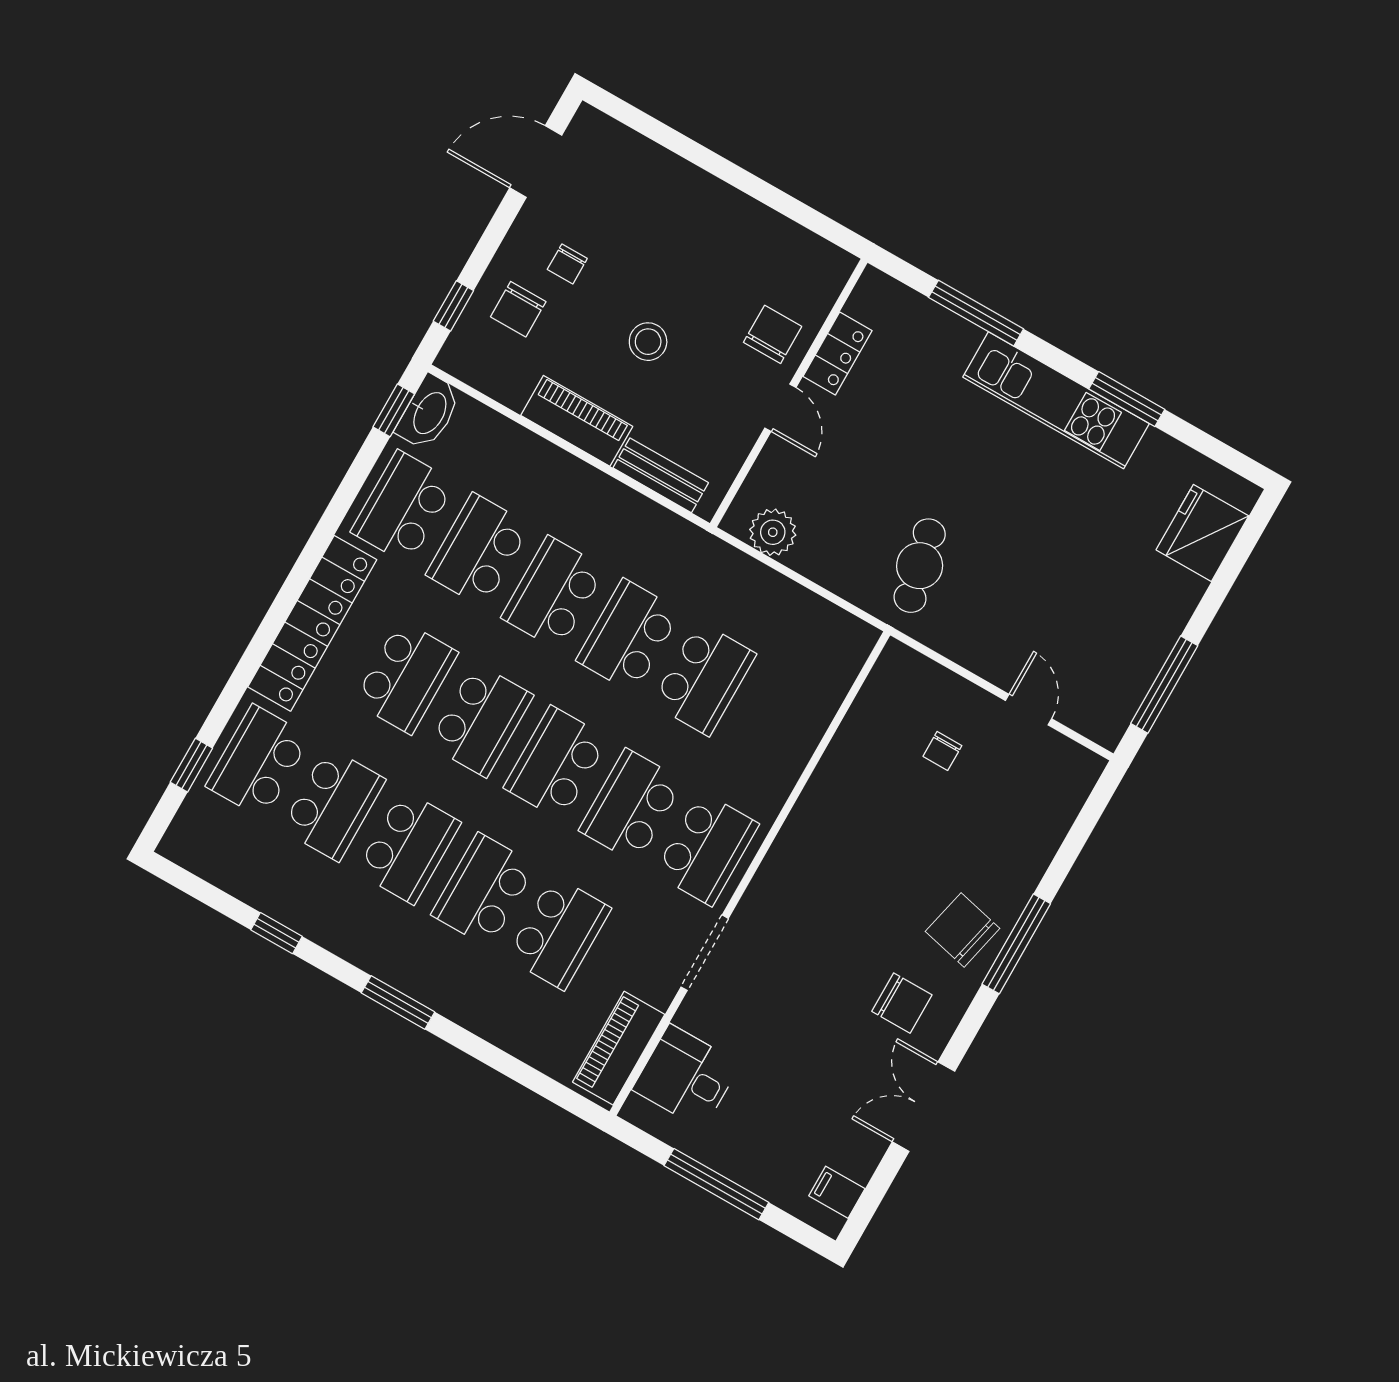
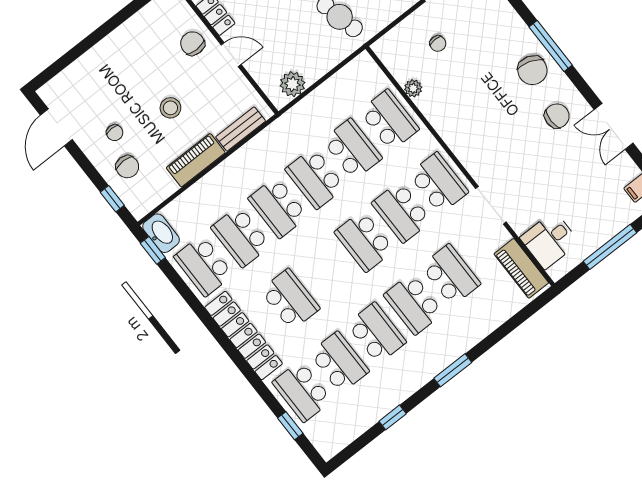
school desk: (481, 720) -> (389, 120), moved
plant: (849, 740) -> (413, 88), added
chair: (963, 930) -> (532, 70), turned -85

